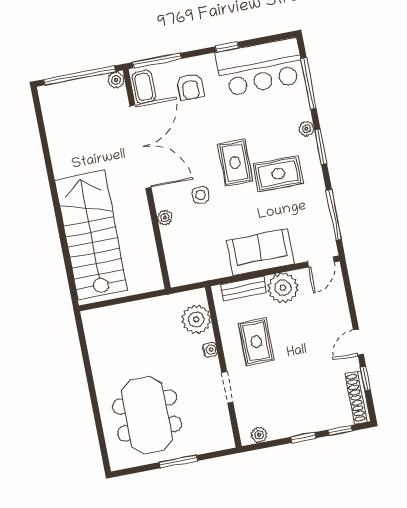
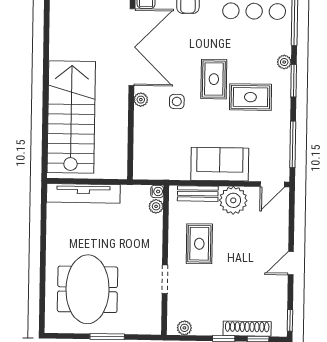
plant: (165, 218) -> (141, 100), moved
tv unit: (121, 314) -> (83, 193), added
plant: (196, 319) -> (156, 206), width x0.53, depth x0.53
water cooler: (210, 350) -> (157, 191), moved
window: (365, 379) -> (290, 320), moved
shoe rack: (358, 397) -> (247, 329), moved, turned 90

